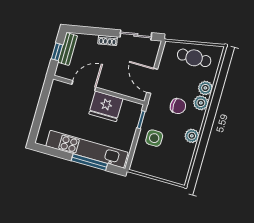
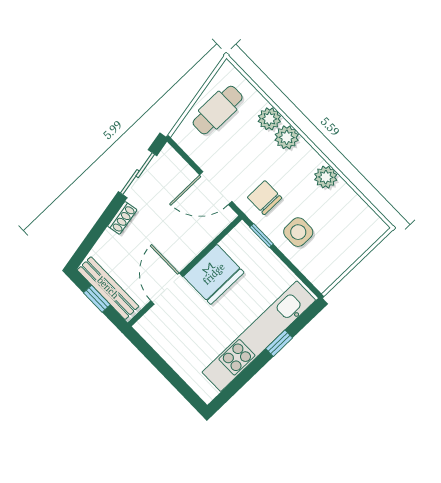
bench: (68, 49) -> (108, 288), width x1.36
chair: (178, 106) -> (265, 198), moved, turned -90
window: (89, 162) -> (279, 343), width x0.46

